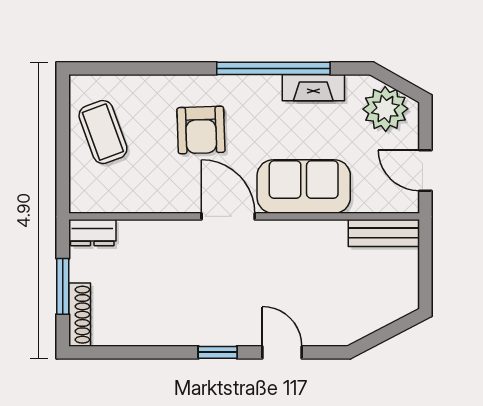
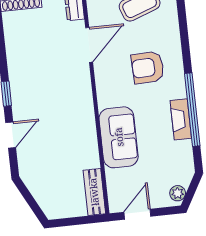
fireplace: (313, 88) -> (181, 119), moved
plant: (385, 109) -> (178, 193), width x0.53, depth x0.53
door: (228, 216) -> (89, 45), moved

